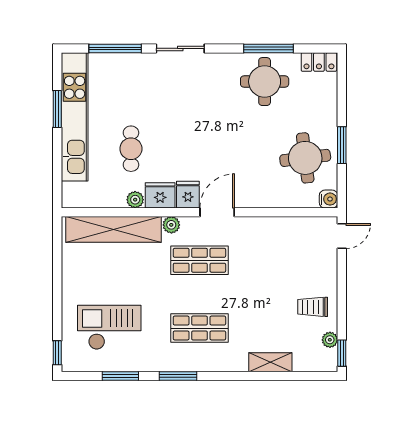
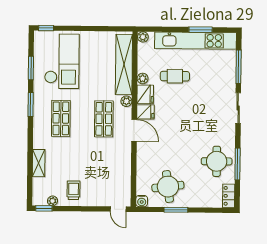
plant: (70, 200) -> (143, 37), added
checkout: (109, 327) -> (62, 61), width x1.36, depth x1.21

